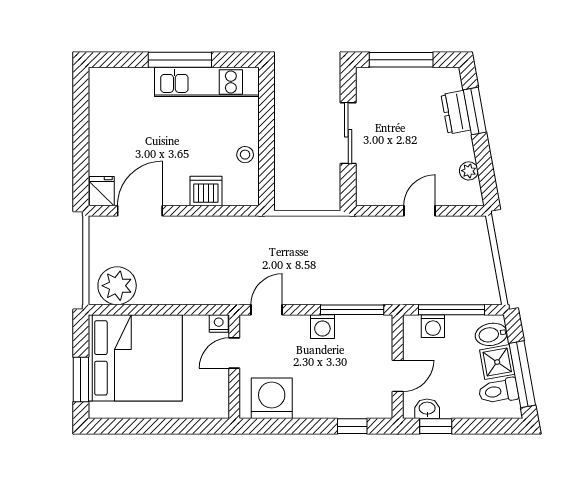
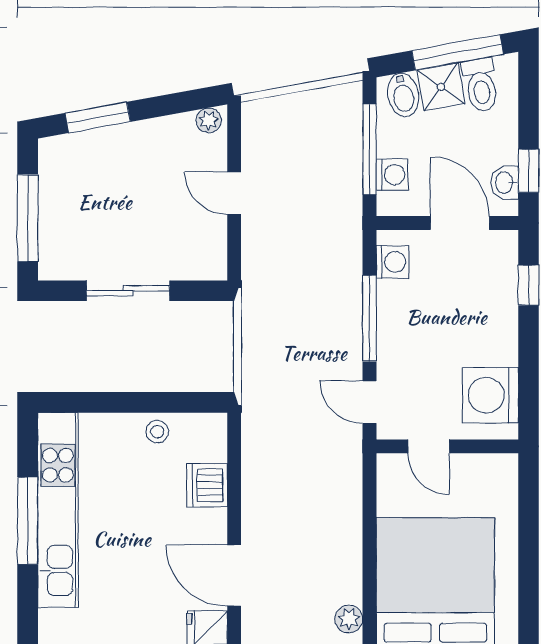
kitchen unit: (207, 82) -> (58, 510), width x1.36
dresser: (456, 112) -> (99, 143), removed
plant: (469, 171) -> (209, 120), moved
plant: (117, 286) -> (349, 619), width x0.53, depth x0.53
window: (352, 310) -> (369, 318), moved
nightstand: (219, 324) -> (388, 468), removed
washing machine: (322, 327) -> (393, 262), moved
door: (398, 376) -> (460, 223), width x1.37

